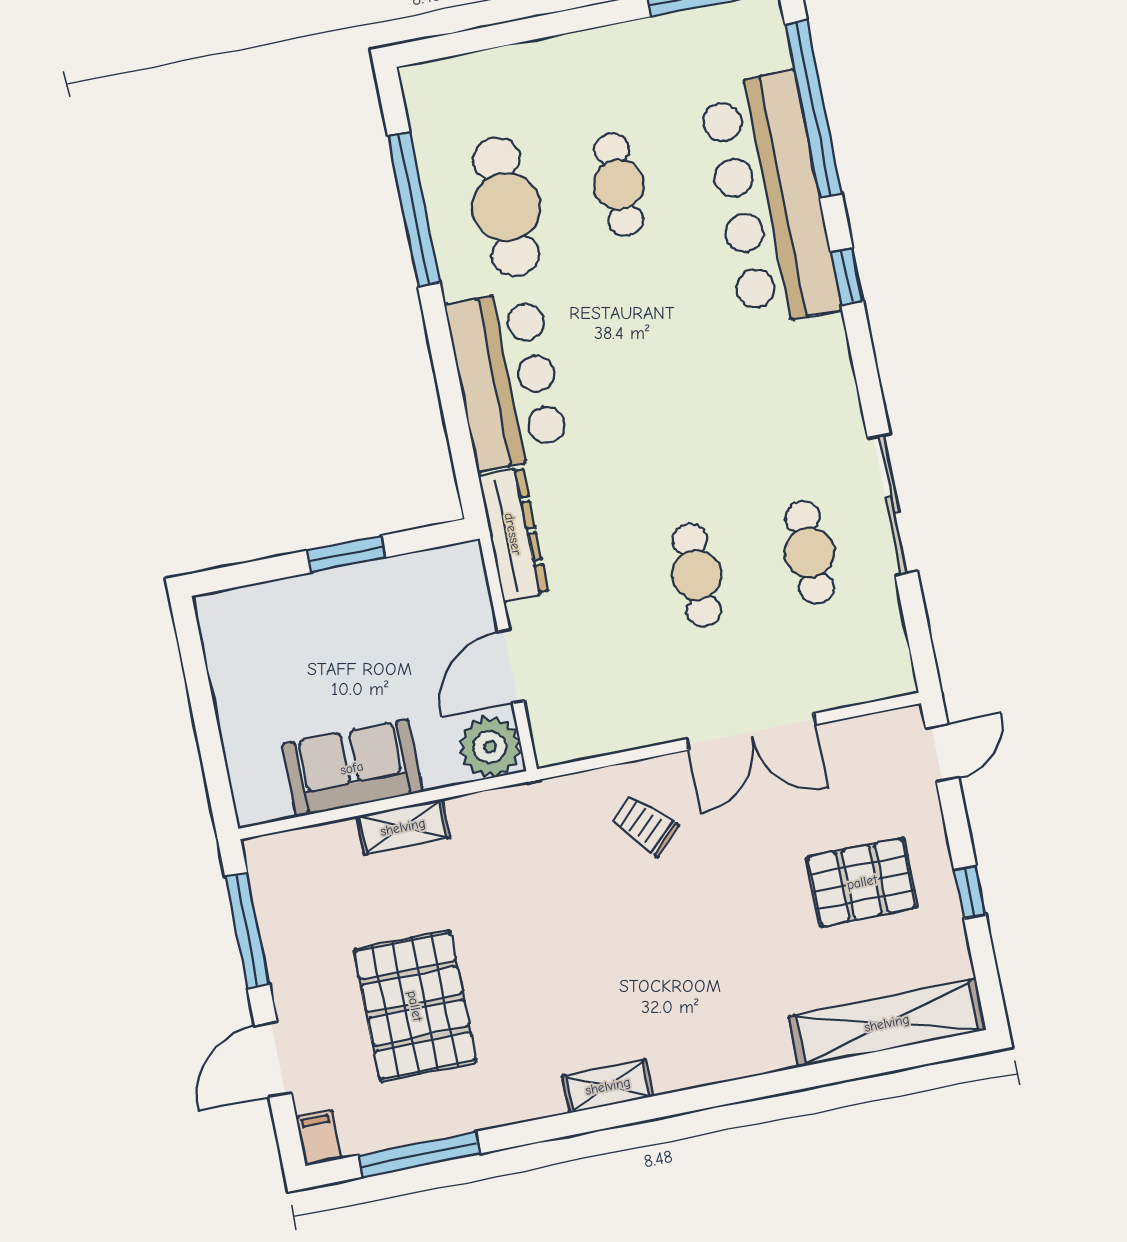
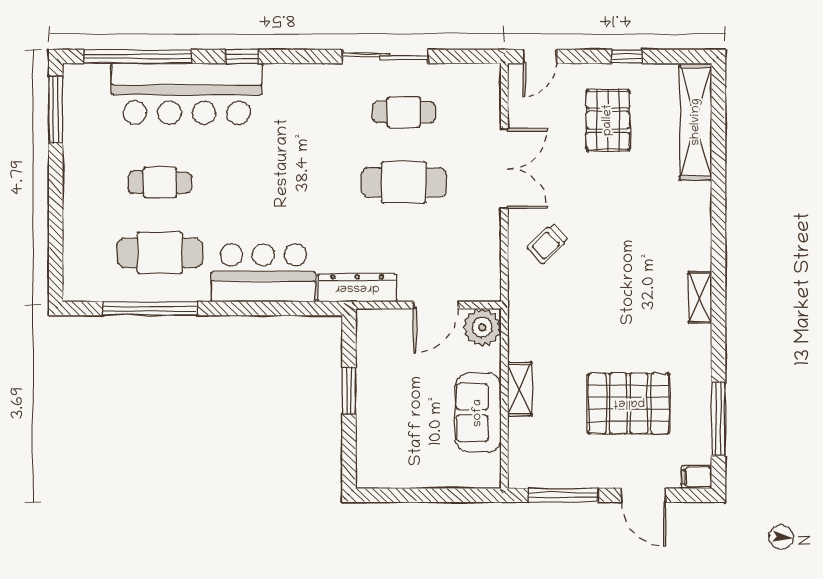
cafe table: (697, 575) -> (404, 182), width x1.37, depth x1.35
door: (511, 666) -> (436, 305), hinge flipped
door: (942, 753) -> (540, 56), swing flipped

